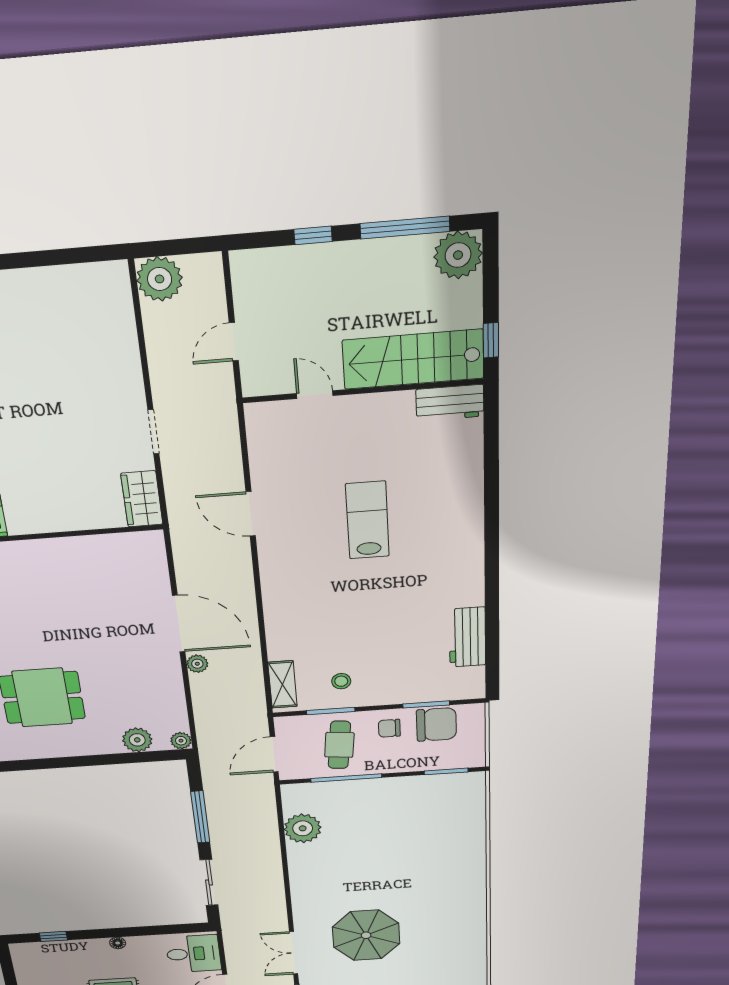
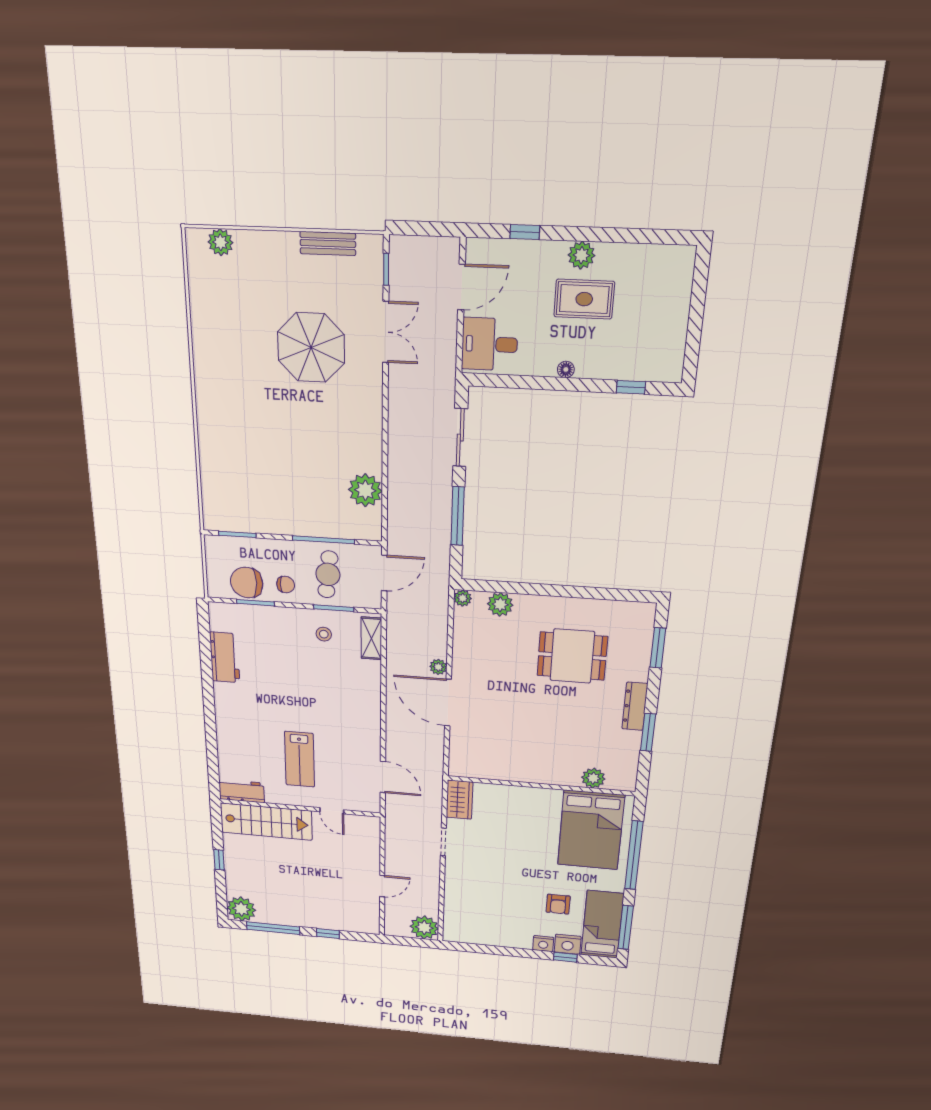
stairs: (413, 359) -> (266, 822), moved
wall: (362, 391) -> (300, 808), moved
door: (315, 395) -> (332, 811), moved
workbench: (450, 403) -> (242, 791), moved

